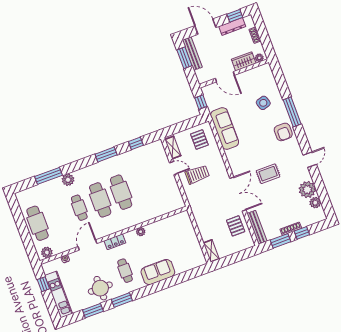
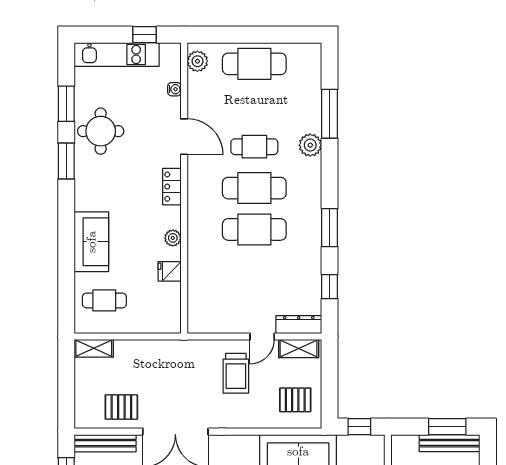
dresser: (161, 152) -> (299, 325), added
fridge: (158, 227) -> (170, 271), added
cafe table: (125, 271) -> (104, 300), moved

